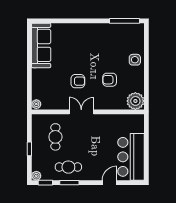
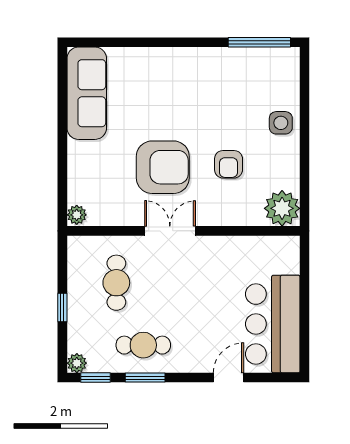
armchair: (110, 80) -> (229, 164), turned -90
armchair: (78, 81) -> (163, 167), width x1.88, depth x1.88

